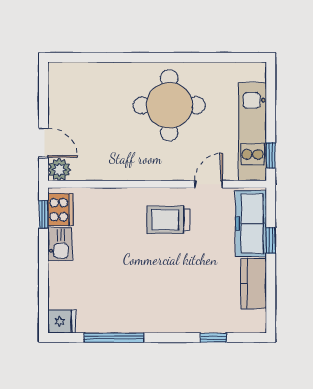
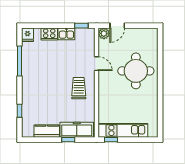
round table: (169, 105) -> (136, 71), moved
door: (209, 184) -> (96, 64), moved
cooker: (60, 210) -> (49, 34), moved

